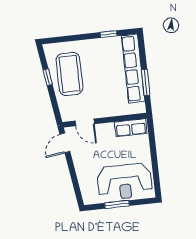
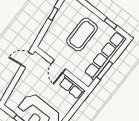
coffee table: (69, 74) -> (82, 35), moved
door: (85, 122) -> (58, 66), moved

